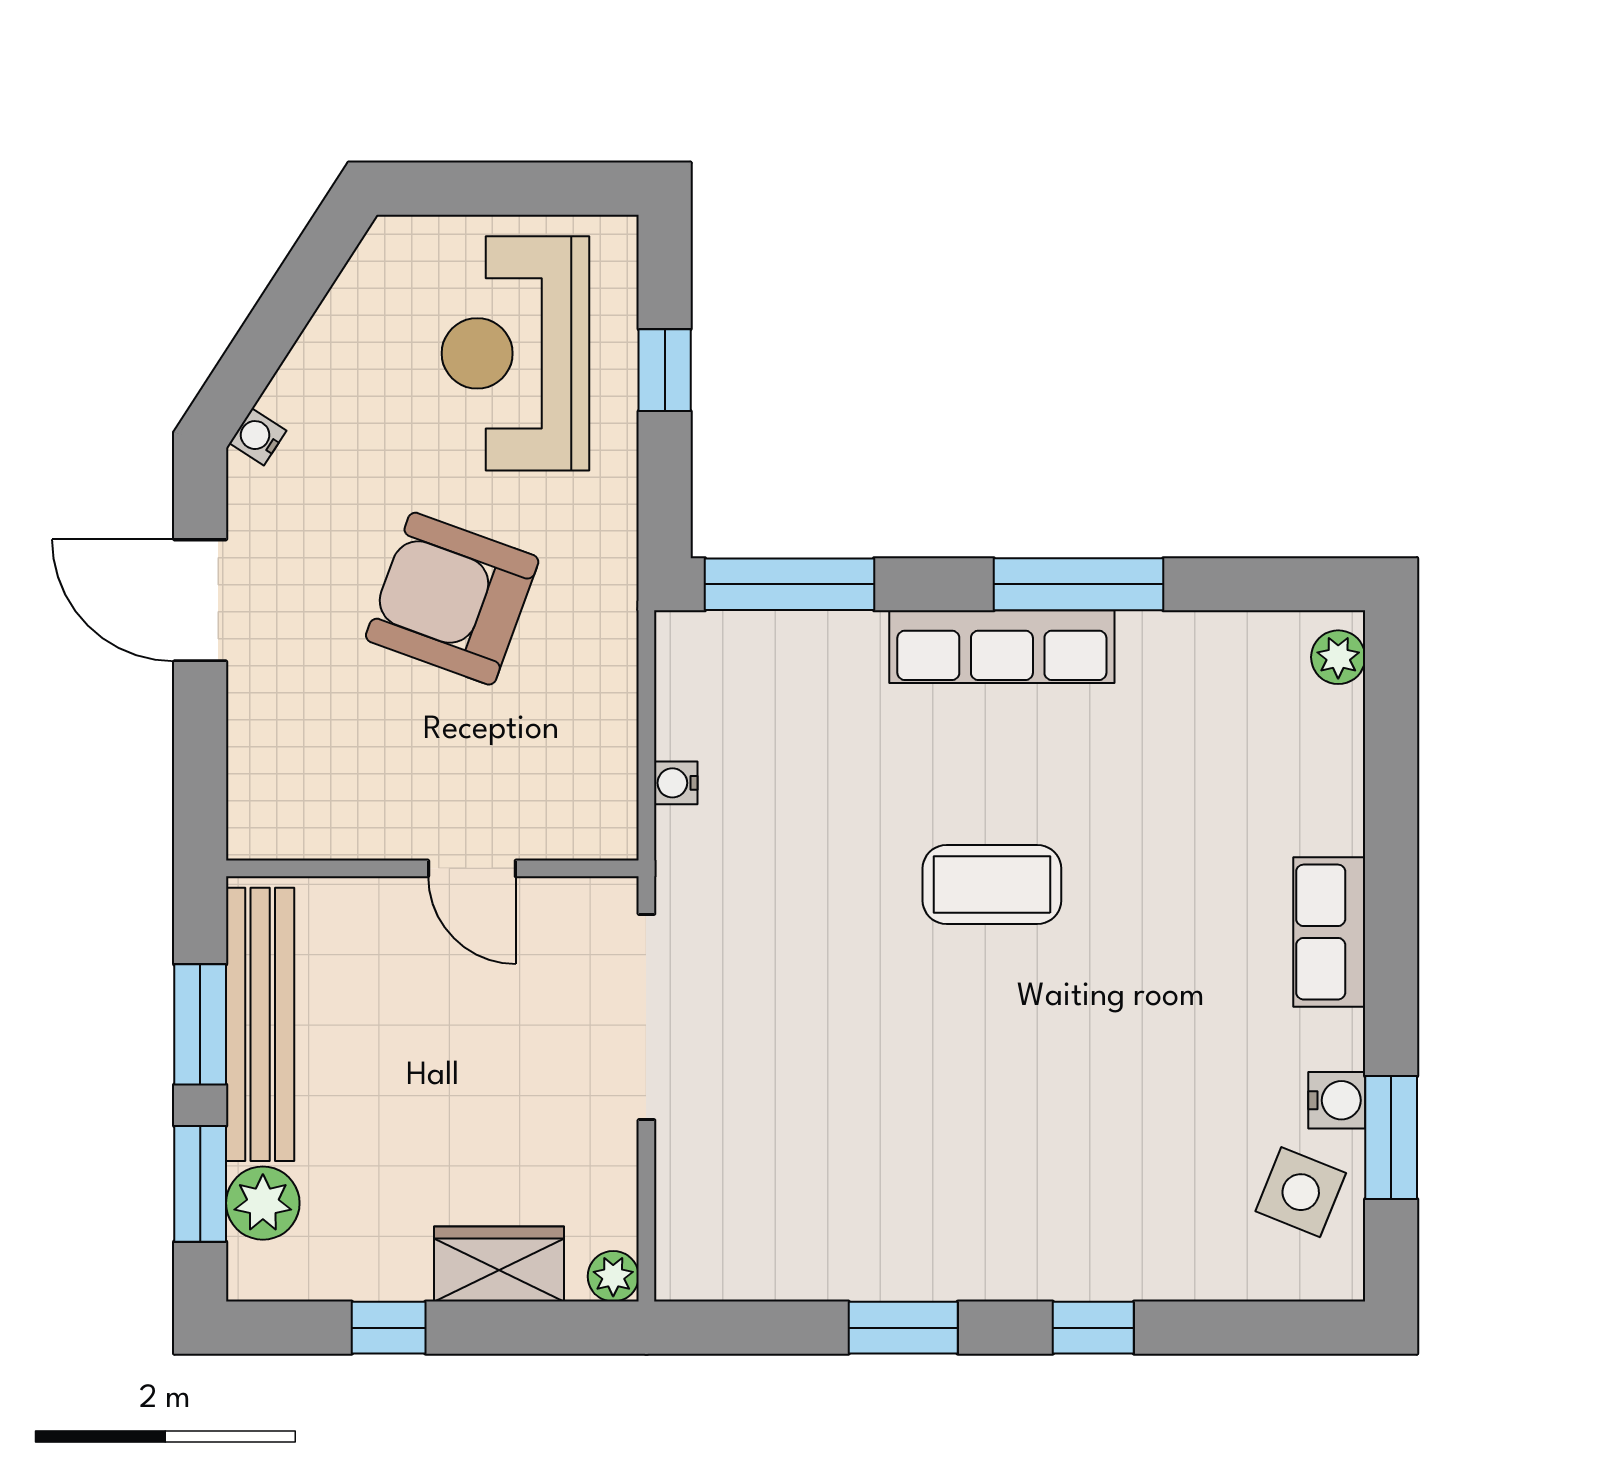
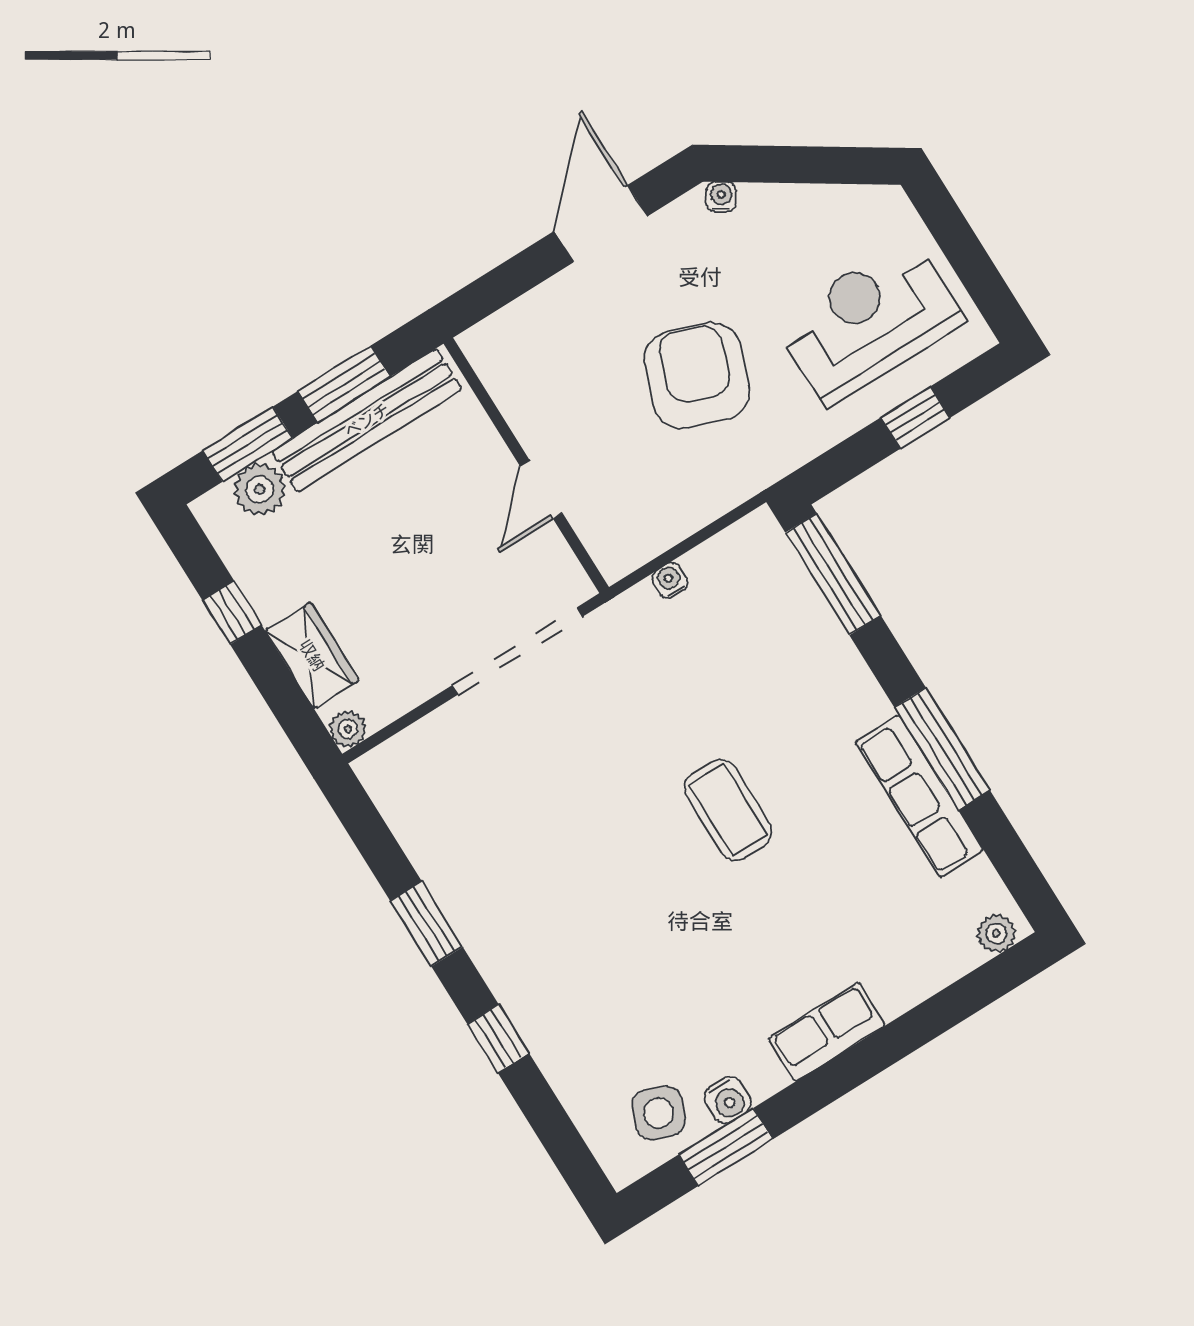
row of seats: (1002, 647) -> (919, 796), moved

